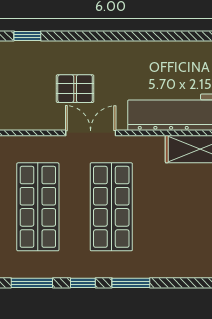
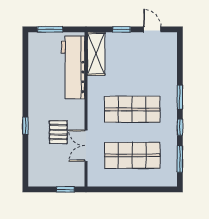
window: (27, 36) -> (25, 126), moved
double door: (91, 133) -> (86, 146), moved

